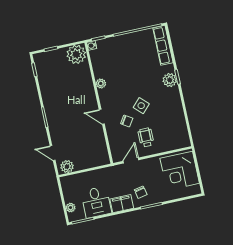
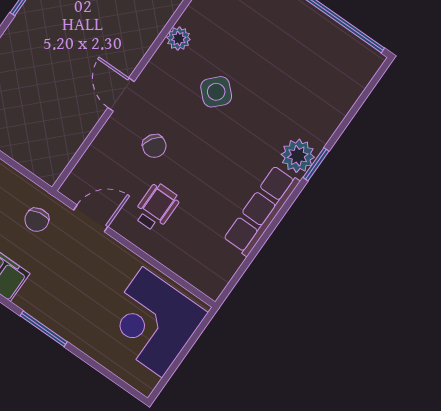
row of seats: (163, 45) -> (261, 211), moved
side table: (141, 106) -> (216, 92), moved
chair: (141, 192) -> (37, 220), moved

